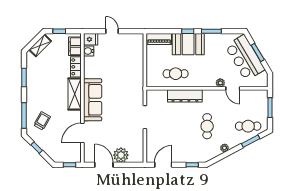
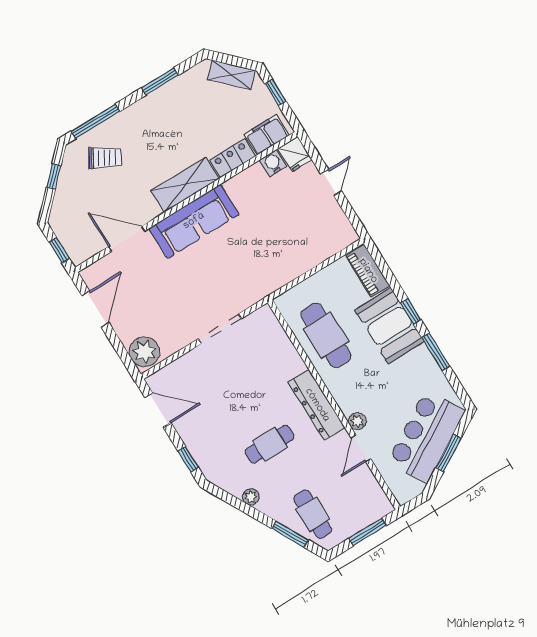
cafe table: (176, 74) -> (326, 335), width x1.37, depth x1.35
dresser: (185, 96) -> (317, 405), moved
plant: (121, 155) -> (144, 352), moved

